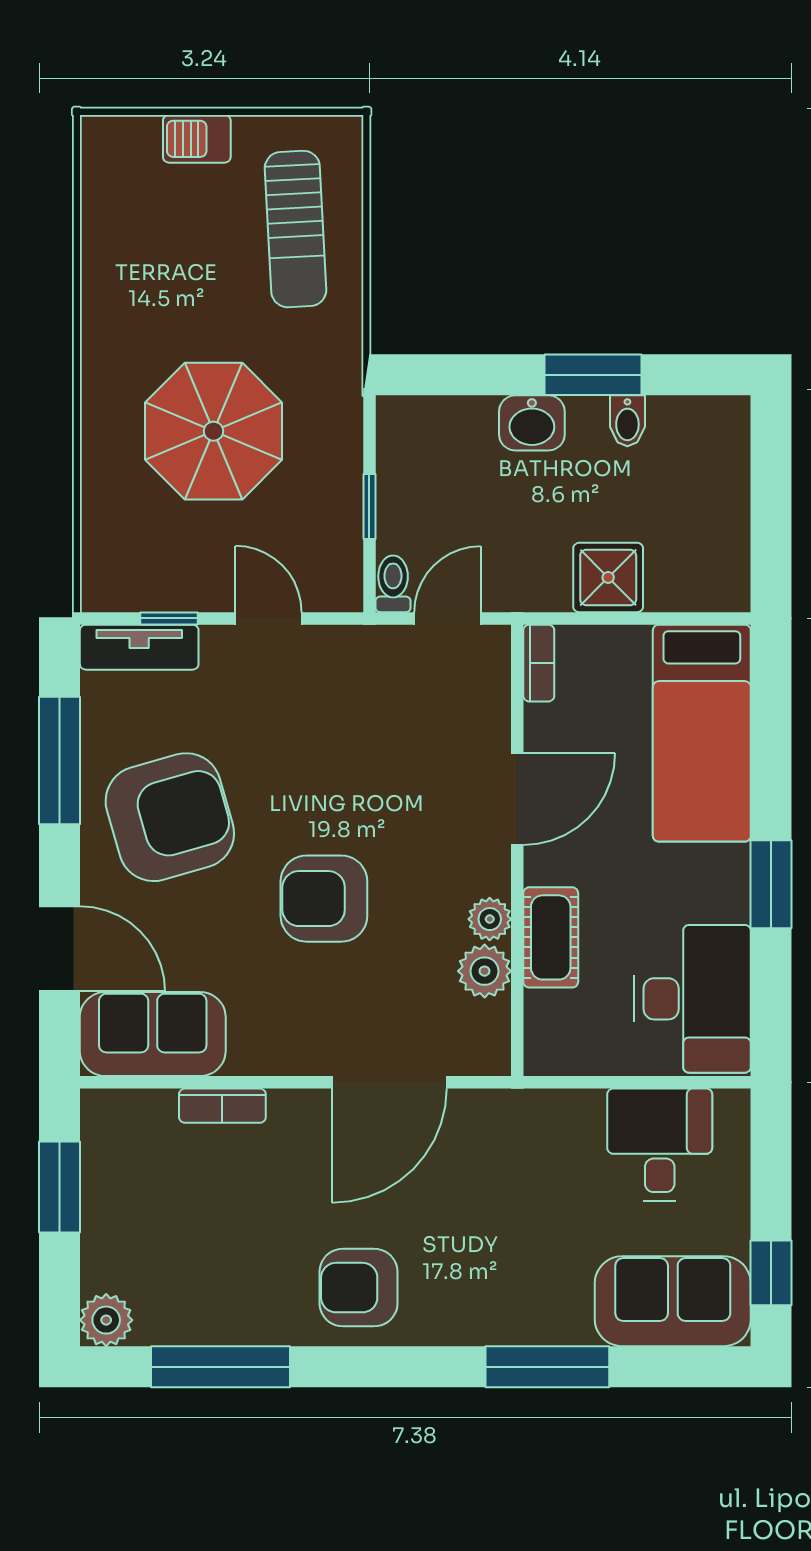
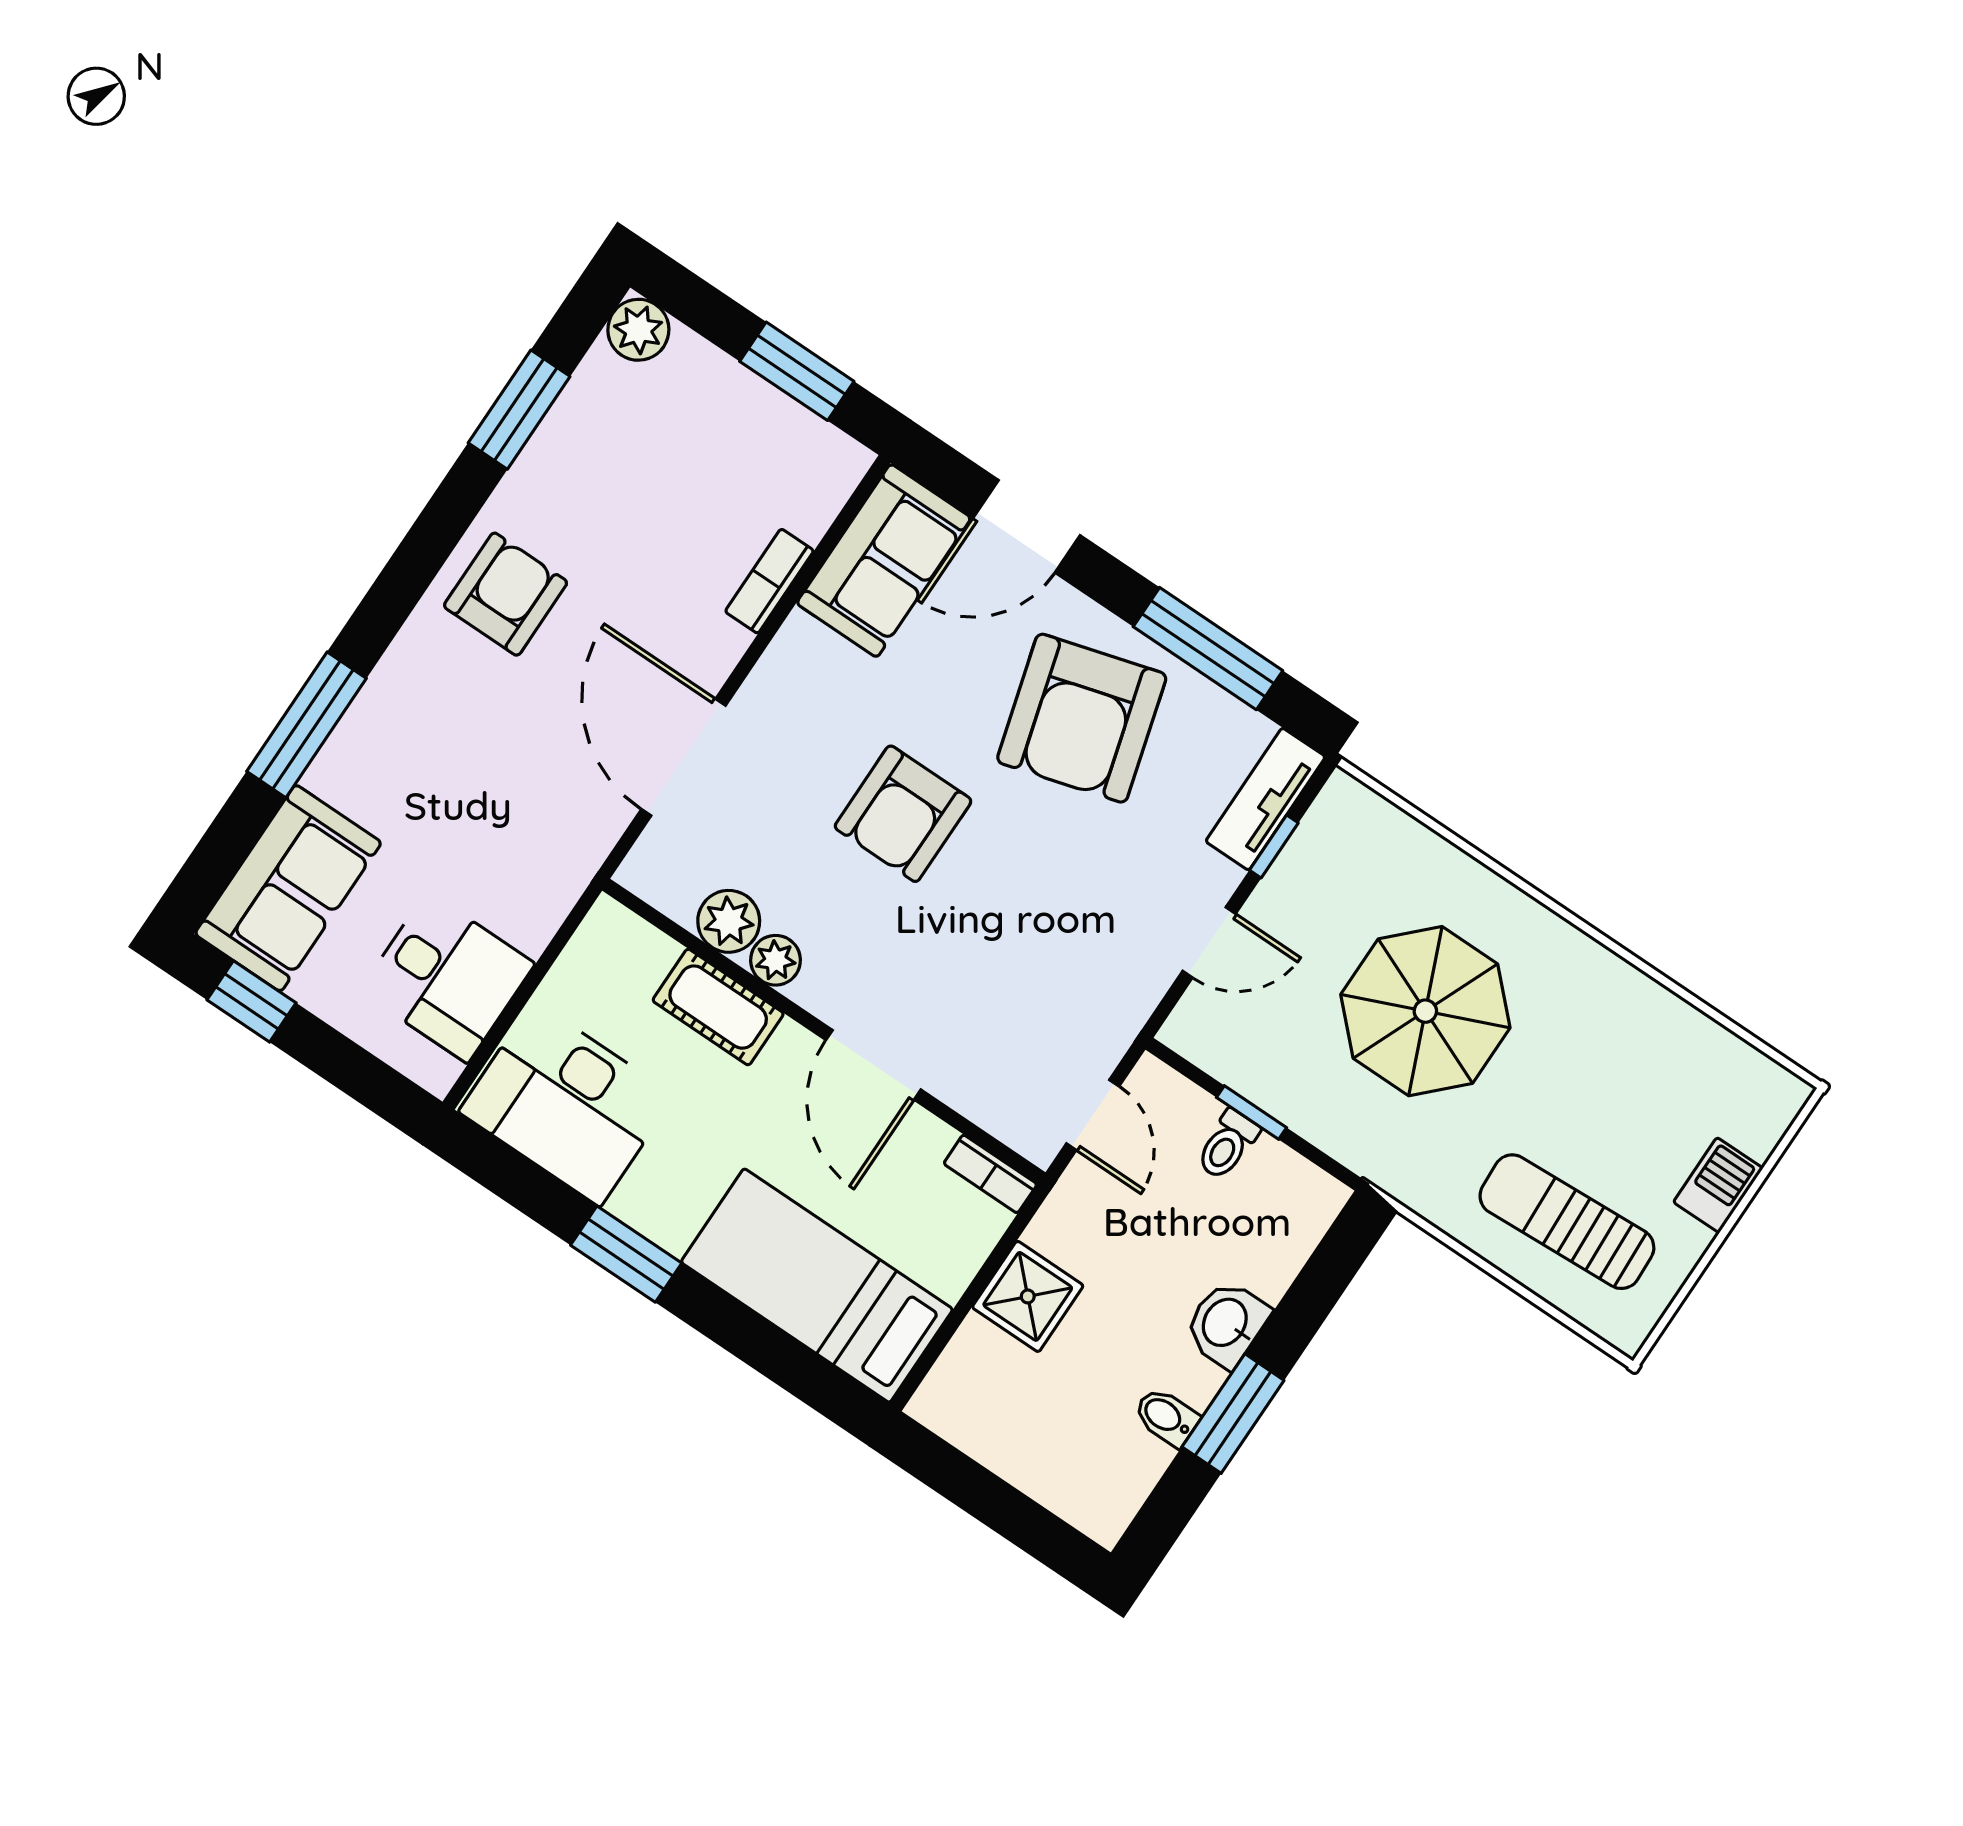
toilet: (393, 584) -> (1227, 1145), moved, turned 90
armchair: (324, 899) -> (903, 814), turned 180
window: (220, 1367) -> (519, 410), width x0.69

